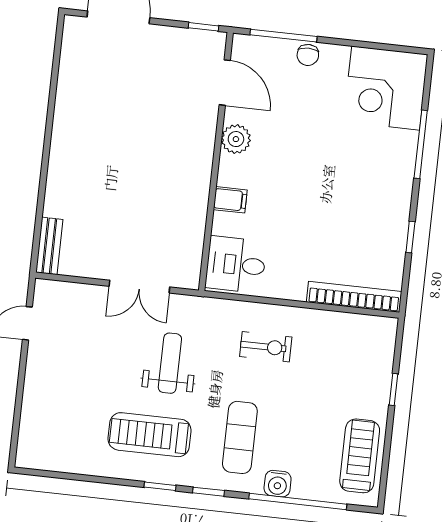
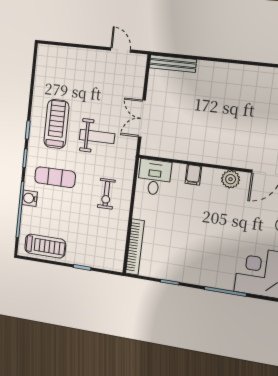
bench: (49, 246) -> (173, 64), width x1.36

